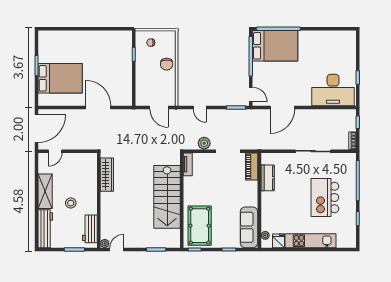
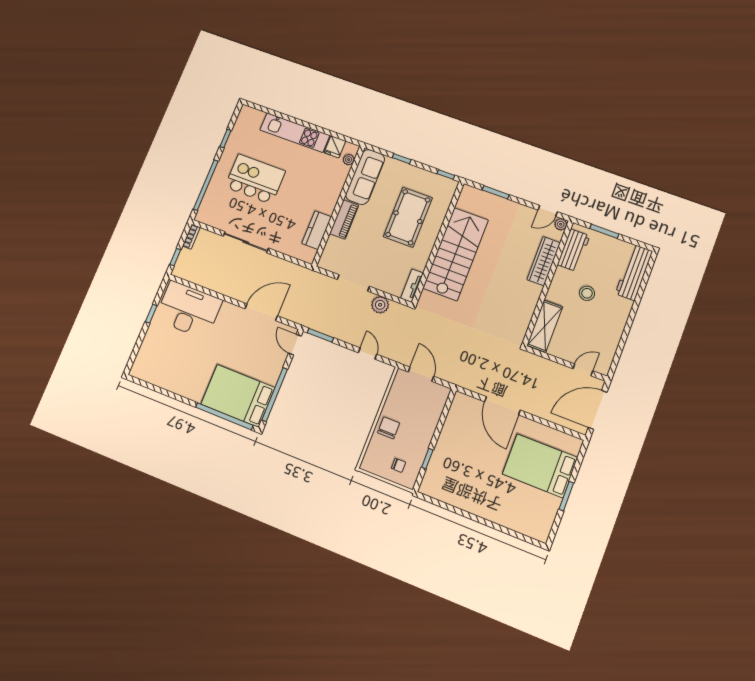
piano: (252, 166) -> (344, 219), moved
wardrobe: (107, 175) -> (544, 261), moved
shelving: (45, 191) -> (545, 326), moved
kitchen island: (325, 198) -> (255, 179), turned -90
pool table: (200, 226) -> (408, 217), moved

